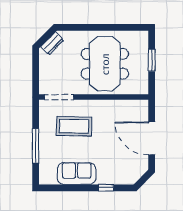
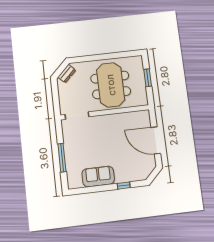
coffee table: (74, 126) -> (92, 138), removed

